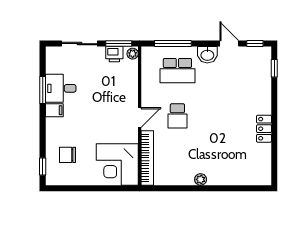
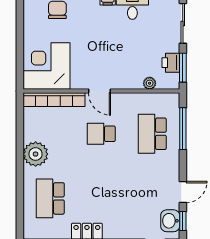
plant: (133, 54) -> (150, 83), moved
washbasin: (207, 55) -> (170, 221), moved
school desk: (235, 161) -> (50, 198), added
plant: (201, 179) -> (36, 154), width x1.88, depth x1.88

